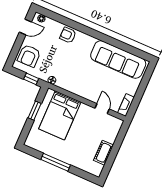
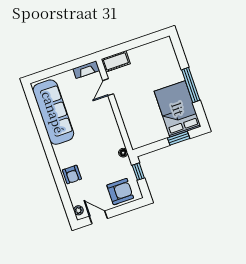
window: (35, 111) -> (179, 138), moved
bed: (60, 115) -> (178, 109), moved, turned -90
cot: (104, 153) -> (116, 61), moved

